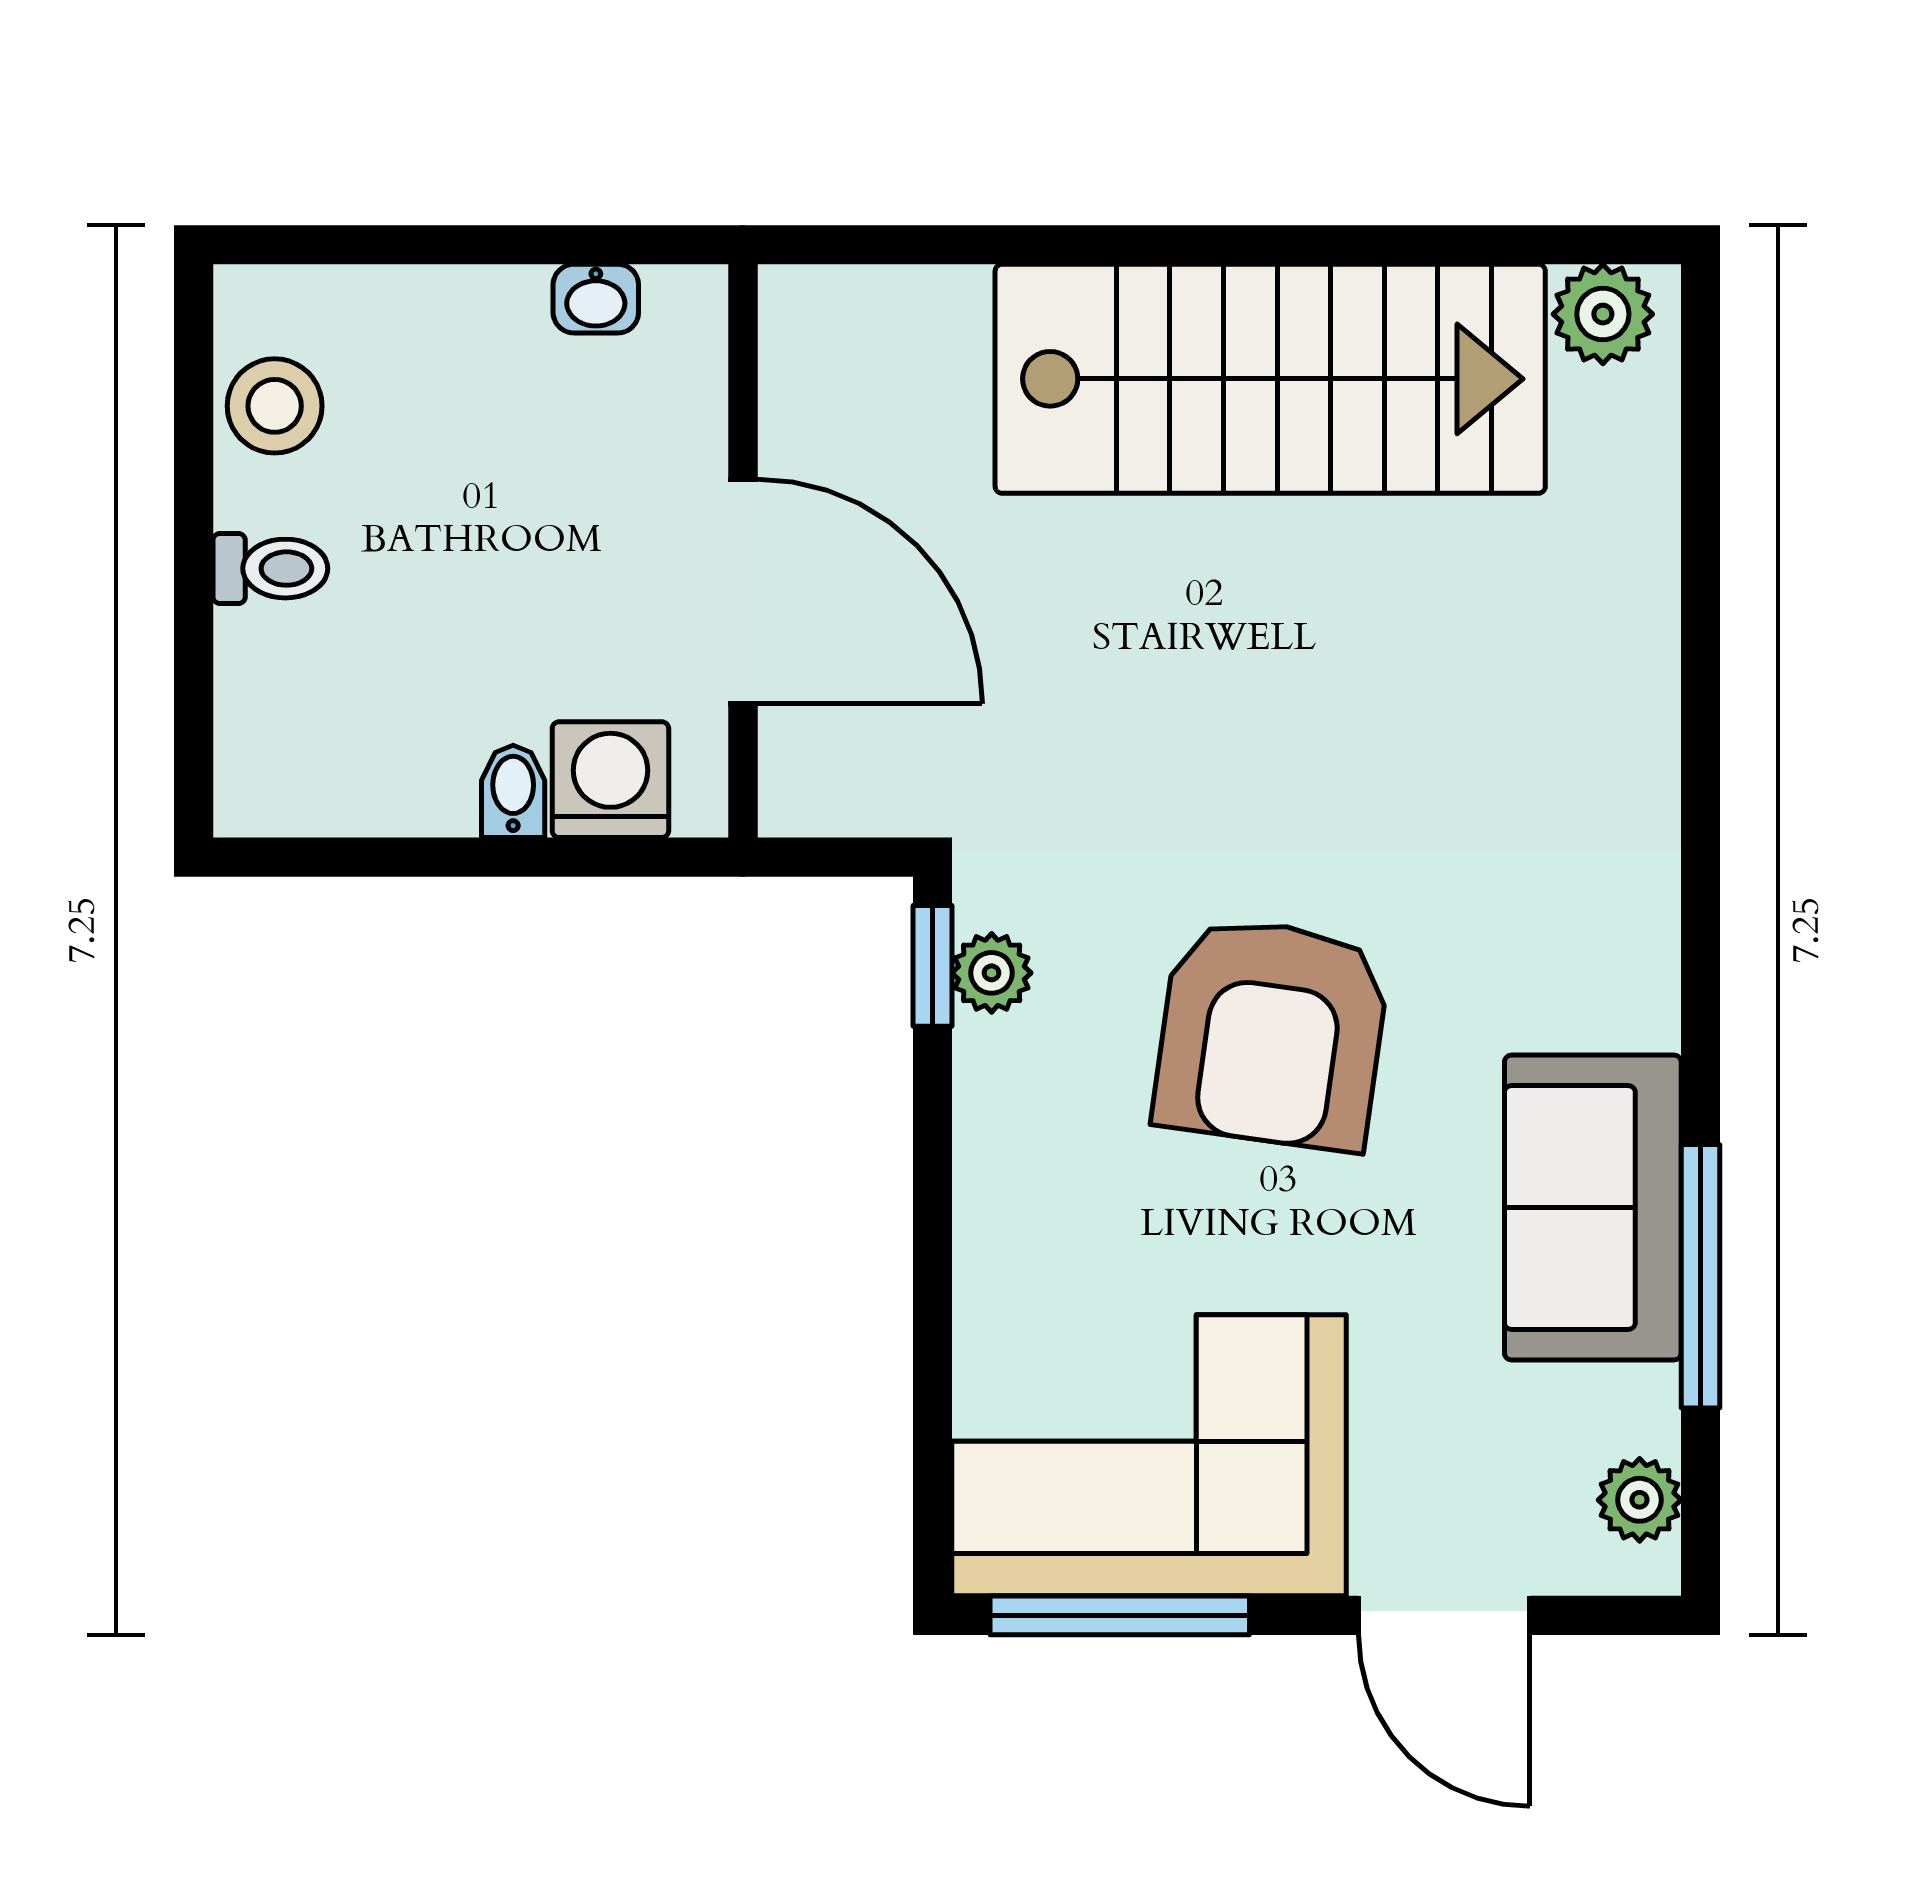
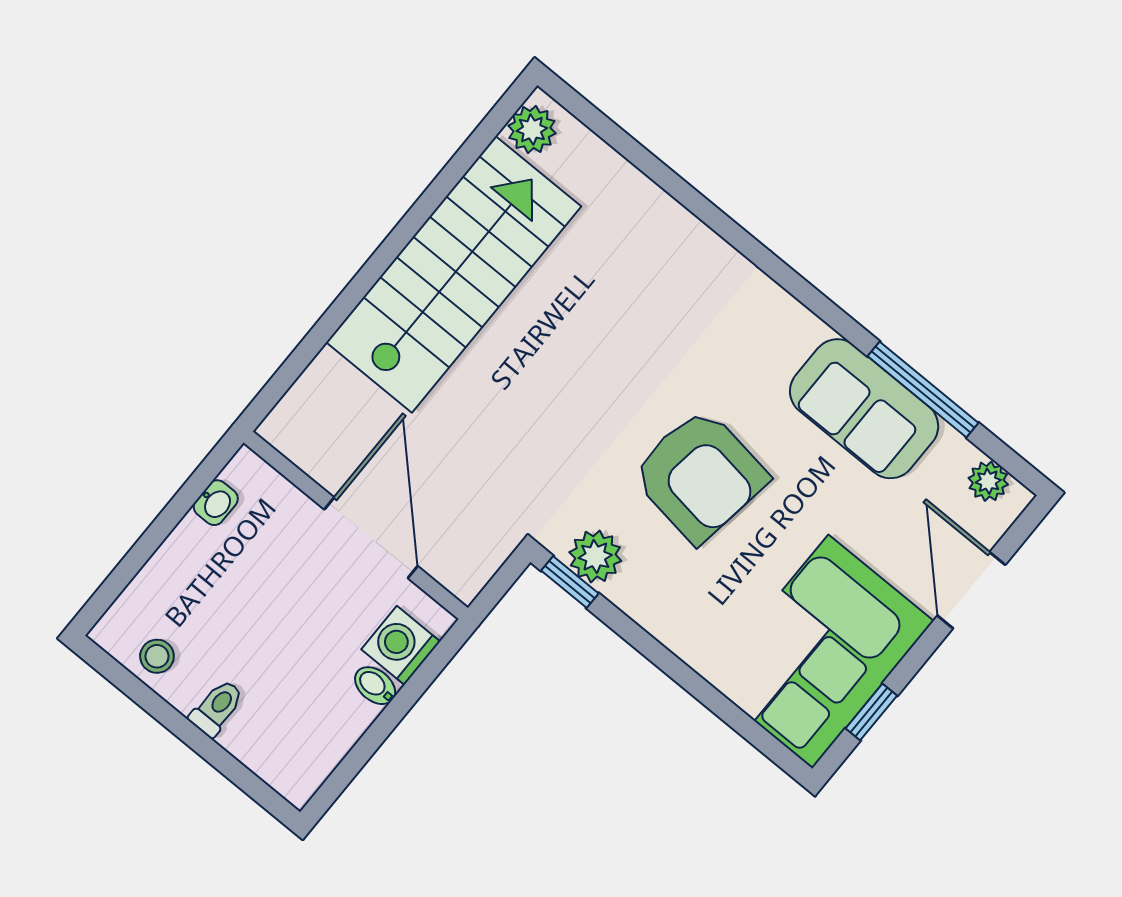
stool: (275, 406) -> (157, 656), width x0.73, depth x0.73
door: (743, 591) -> (371, 538), hinge flipped
plant: (992, 973) -> (595, 556), width x1.38, depth x1.38
window: (1120, 1615) -> (871, 712), width x0.46
door: (1444, 1615) -> (971, 590), swing flipped

